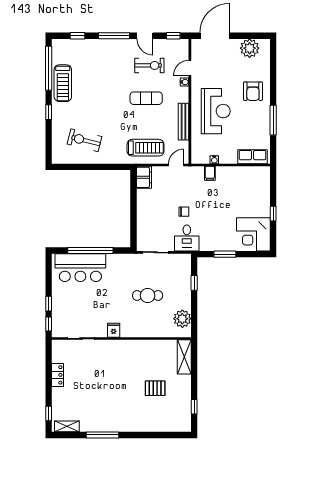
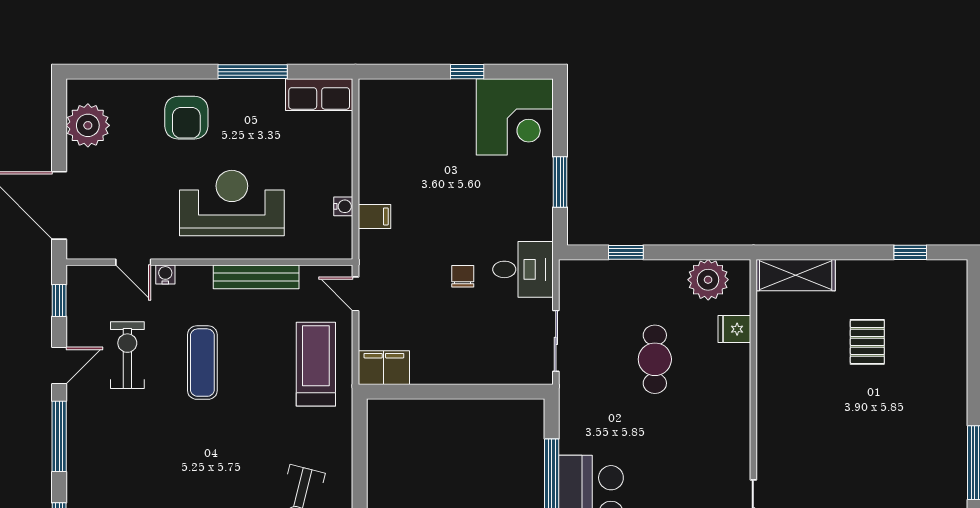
armchair: (253, 91) -> (186, 118), turned 90
row of seats: (253, 157) -> (319, 95), moved, turned -90
fridge: (114, 330) -> (734, 329), moved

